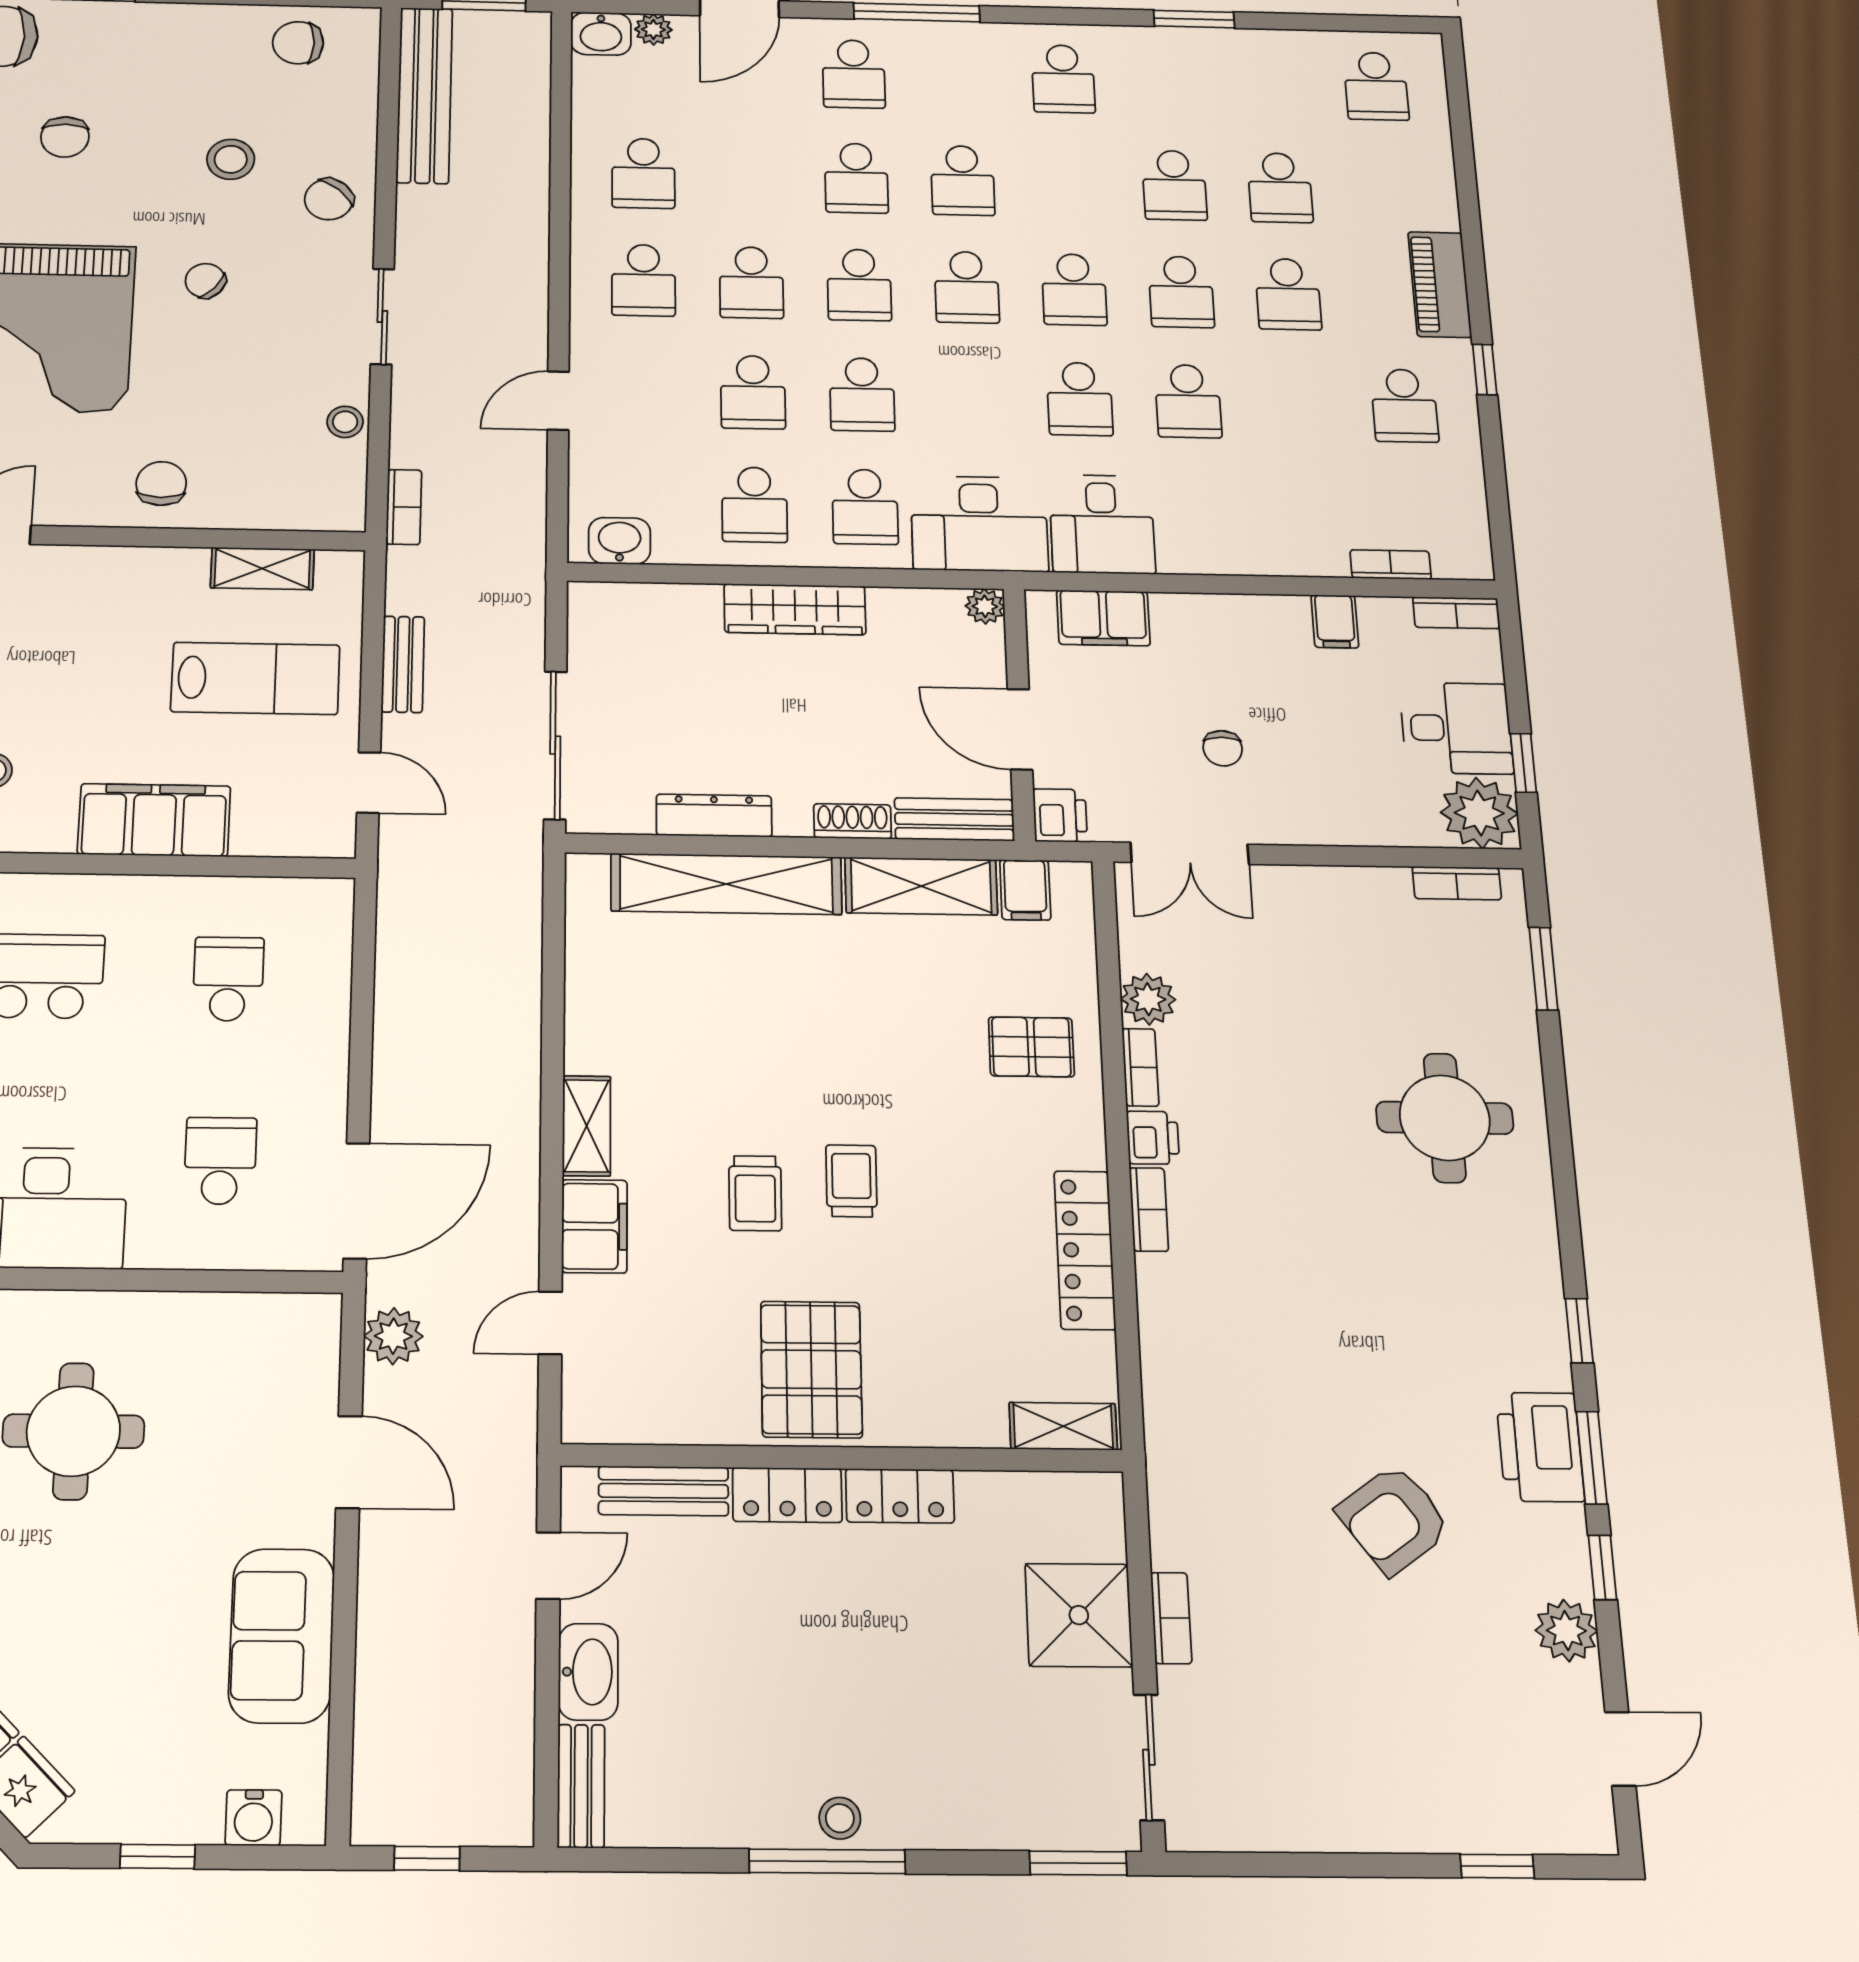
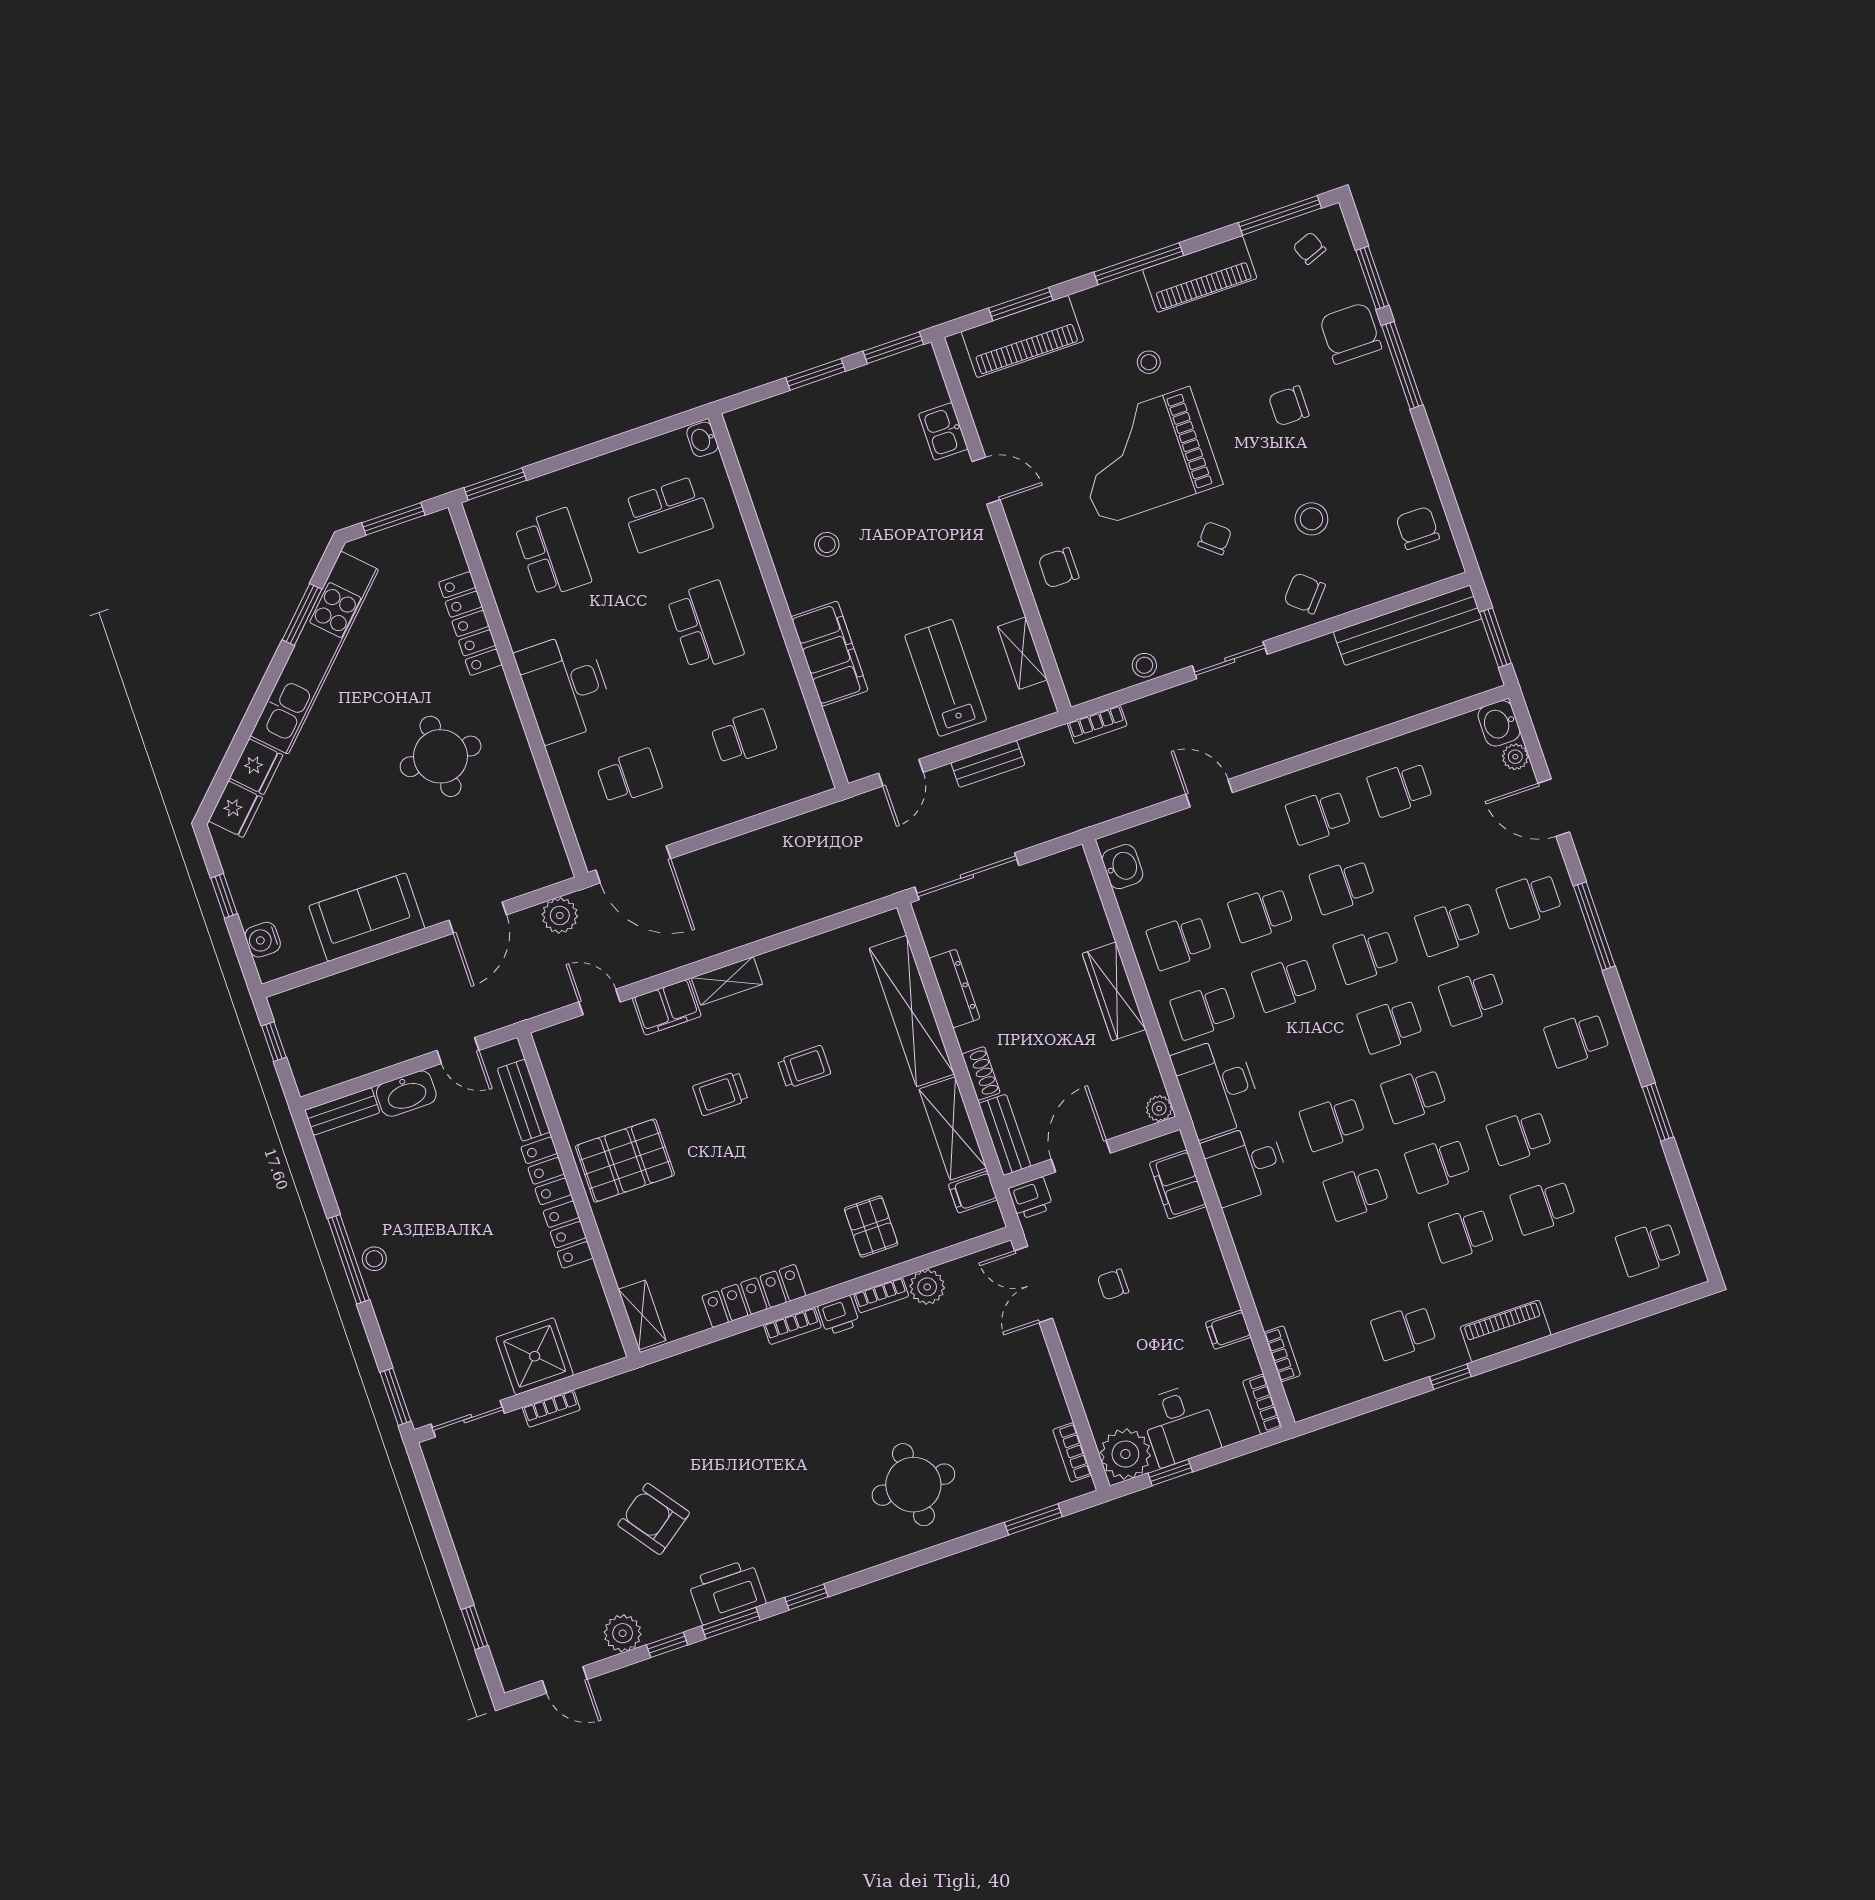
chair: (161, 484) -> (1059, 568), turned 180
lab bench: (255, 678) -> (946, 678), turned 180
trolley: (851, 1181) -> (804, 1067), moved

